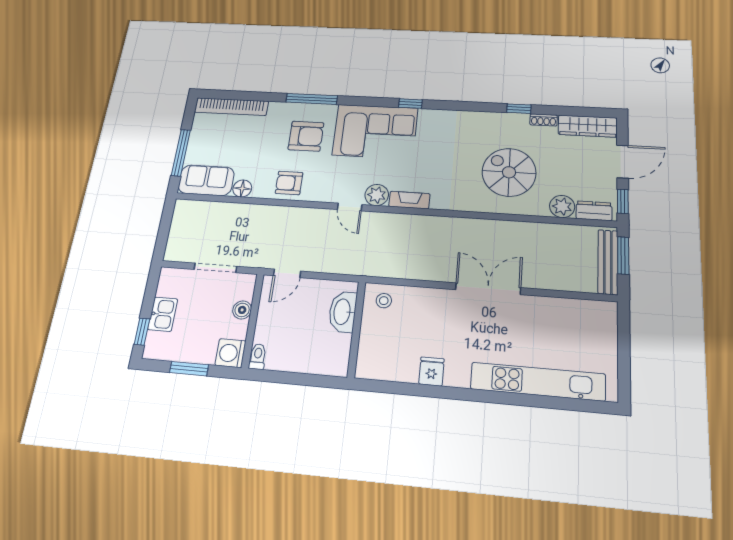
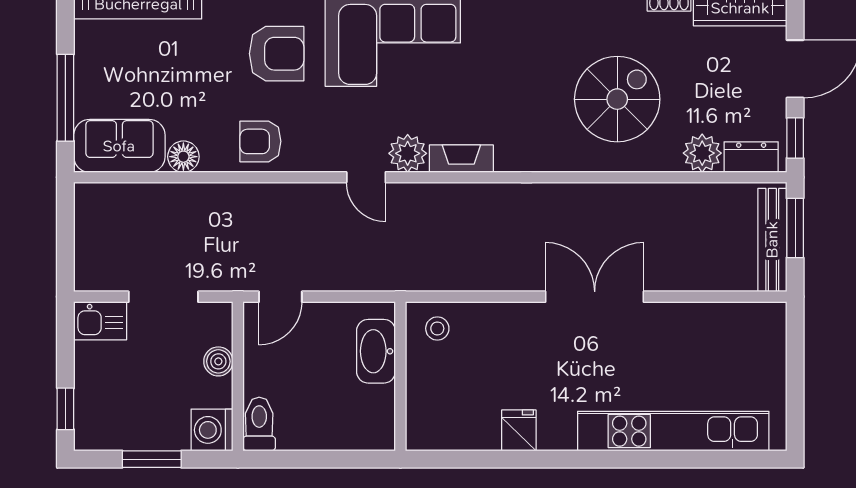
spiral stairs: (509, 172) -> (617, 99), turned 90
kitchen sink: (163, 314) -> (100, 321), moved, turned 90
toilet: (258, 357) -> (259, 424), width x1.37, depth x1.39

